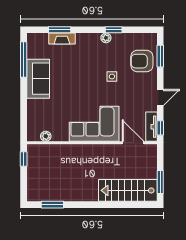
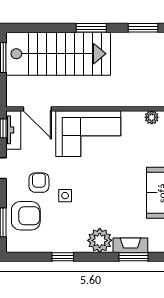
plant: (106, 38) -> (100, 240), moved, width x1.87, depth x1.87
armchair: (132, 86) -> (39, 183), added
stairs: (128, 190) -> (58, 54), width x1.36, depth x1.51
window: (92, 205) -> (91, 28), added

